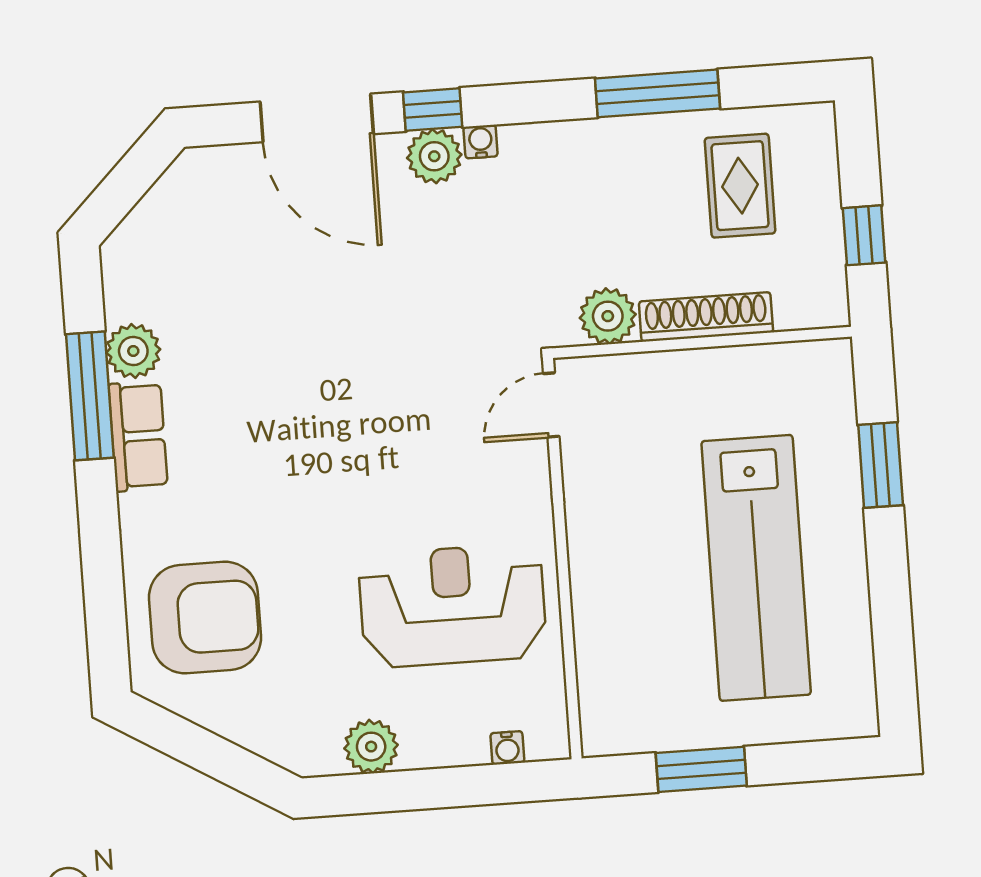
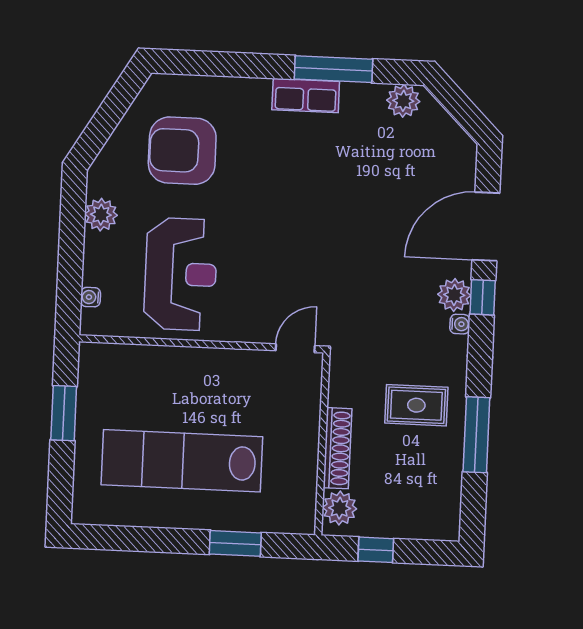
rug: (740, 186) -> (416, 405), moved
plant: (608, 316) -> (340, 508), moved
plant: (133, 351) -> (403, 101), moved
door: (551, 405) -> (295, 348), hinge flipped
armchair: (205, 618) -> (182, 151), moved, turned 90

